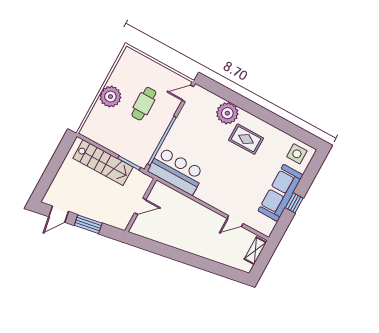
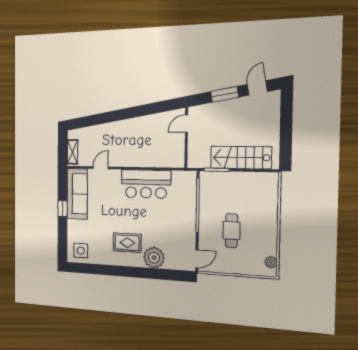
plant: (110, 97) -> (271, 262), moved, width x0.53, depth x0.53
bar counter: (176, 171) -> (146, 184), moved
sofa: (281, 193) -> (77, 194), moved
door: (140, 206) -> (186, 124), moved

